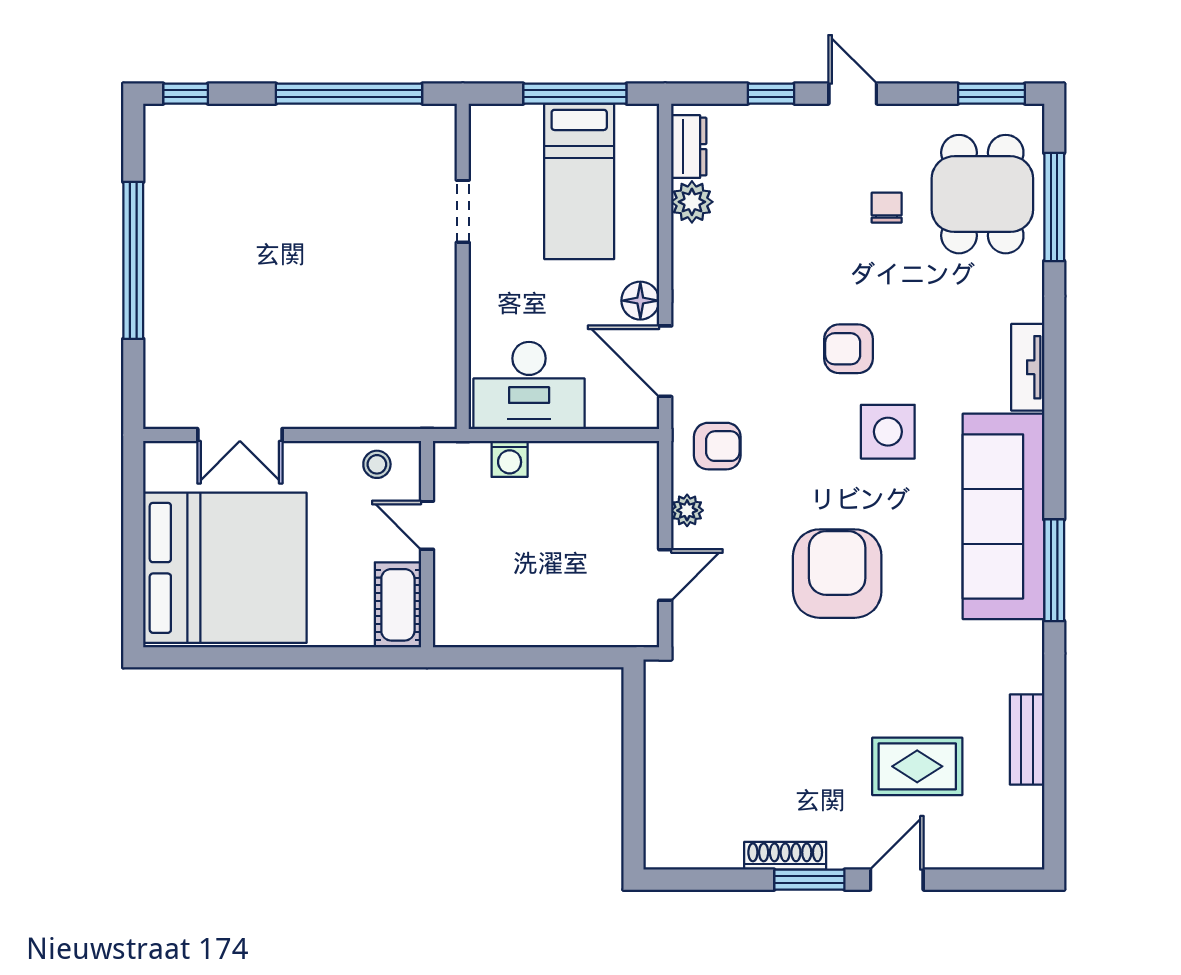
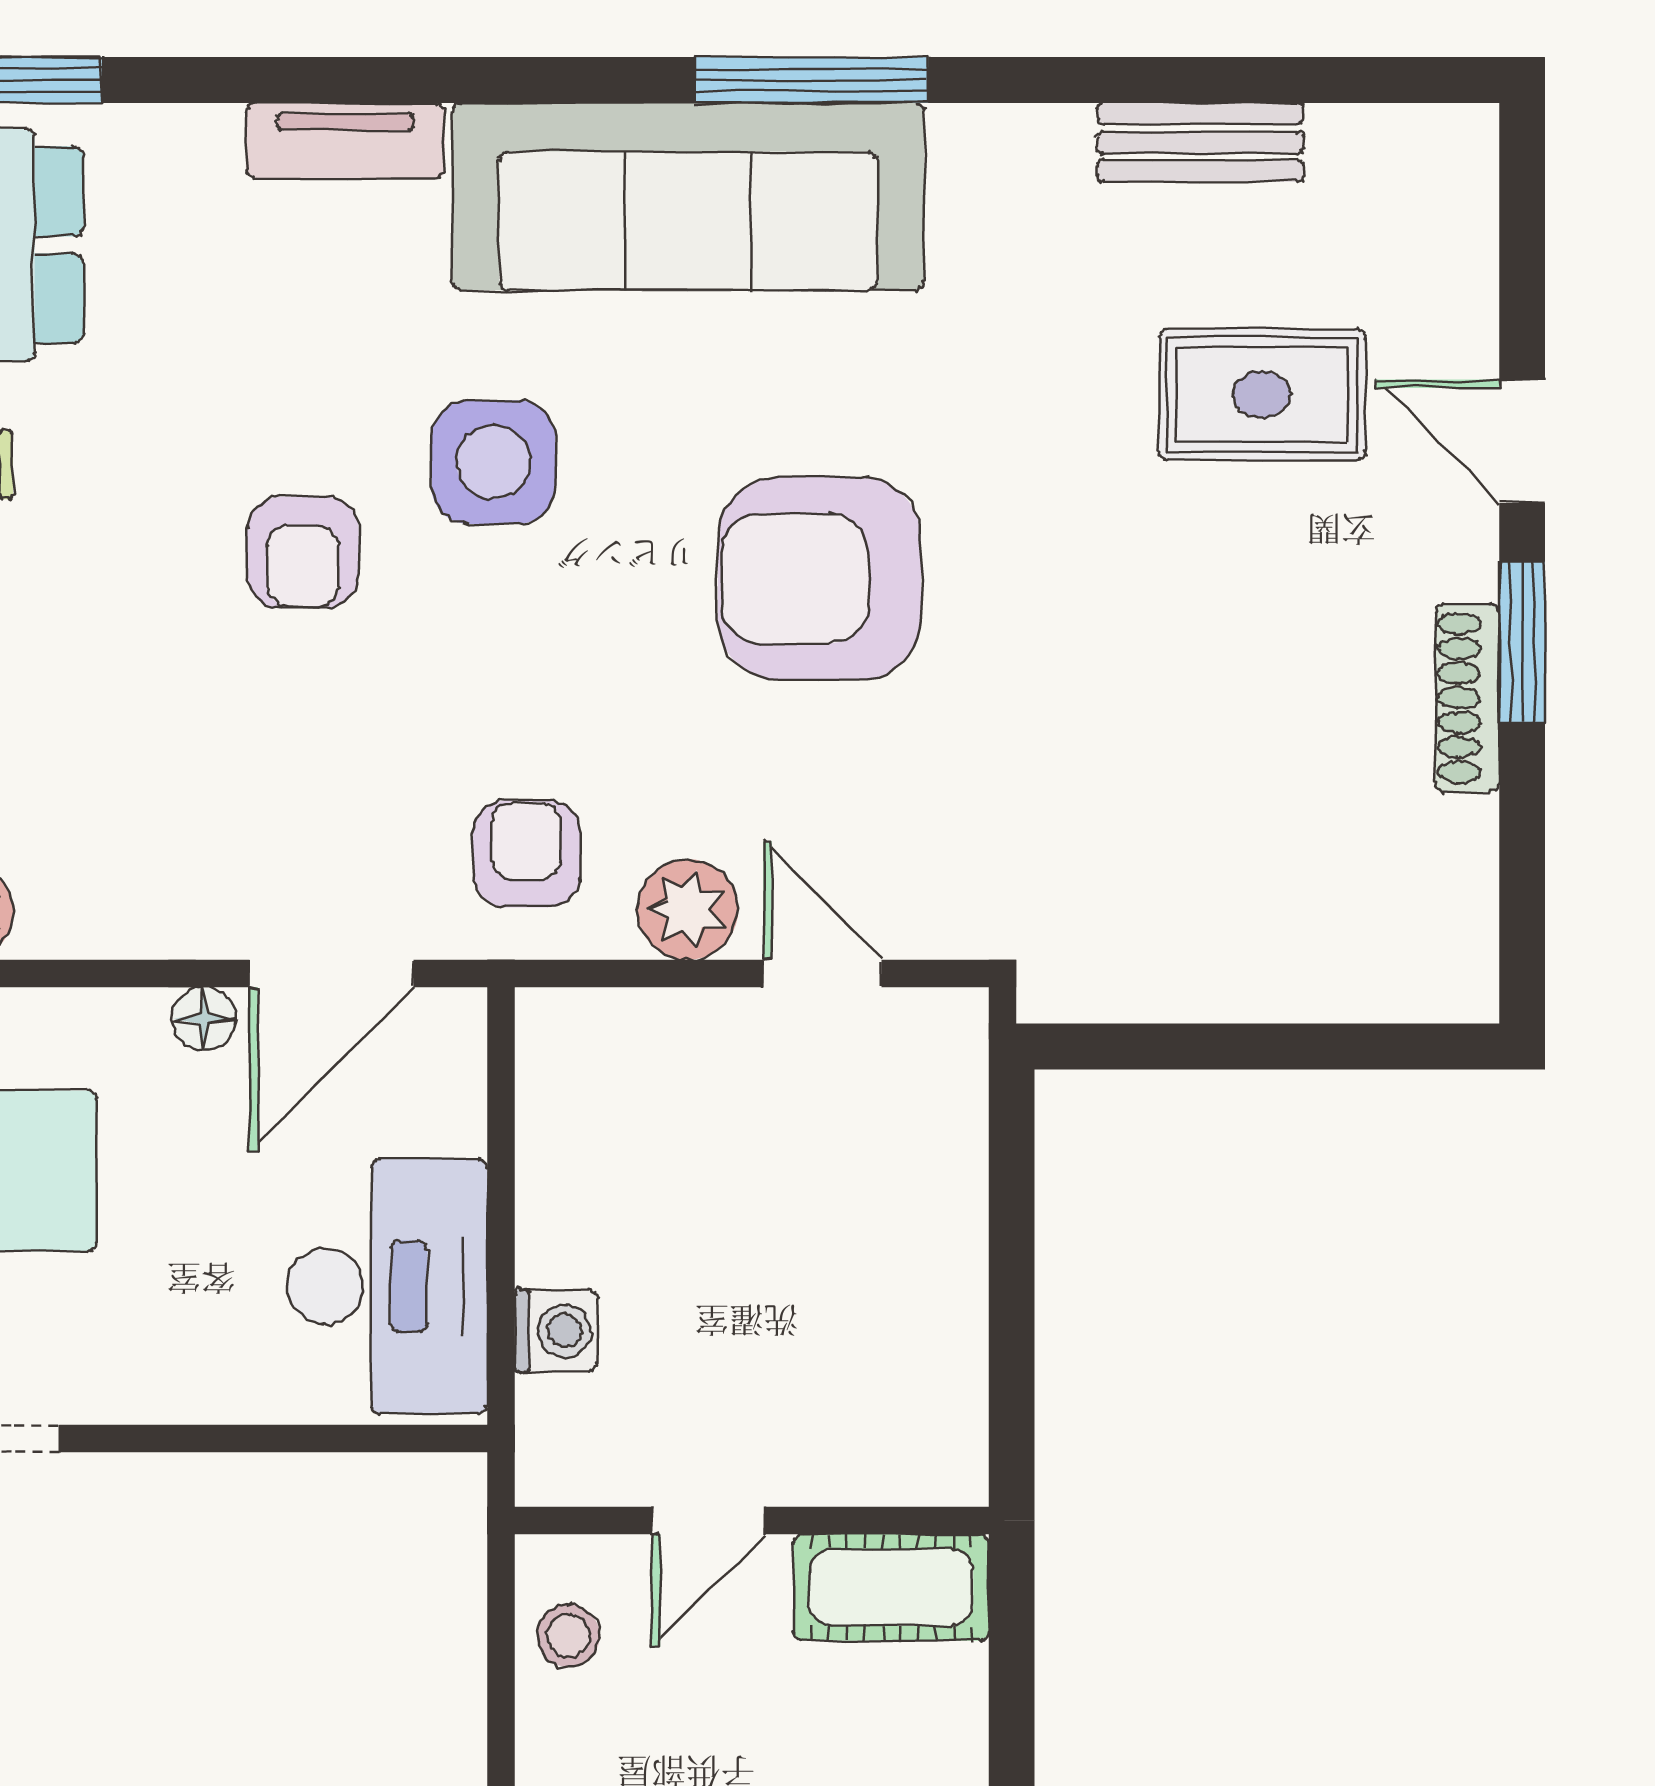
floor lamp: (640, 301) -> (204, 1019), width x0.73, depth x0.73
plant: (687, 510) -> (688, 909), width x1.38, depth x1.38
rug: (917, 766) -> (1262, 395), turned 90

